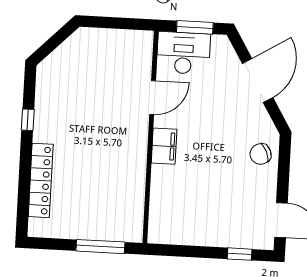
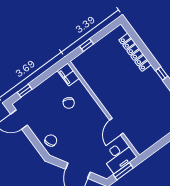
filing cabinet: (164, 146) -> (68, 74), moved
chair: (192, 186) -> (69, 103), added
window: (100, 247) -> (86, 45), width x0.46

